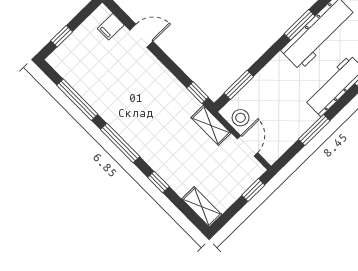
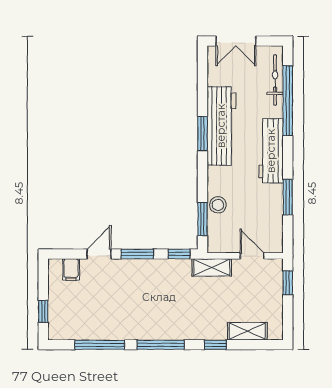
window: (168, 63) -> (137, 254), added
stool: (240, 118) -> (218, 205), moved
shelving: (202, 207) -> (247, 331), moved

